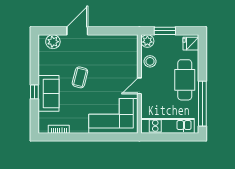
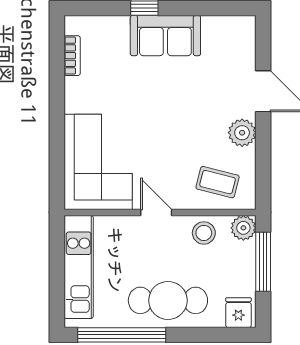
window: (165, 31) -> (263, 262), width x1.44
plant: (53, 42) -> (242, 133), moved
coffee table: (80, 77) -> (218, 182), moved
sofa: (48, 93) -> (165, 36), moved

